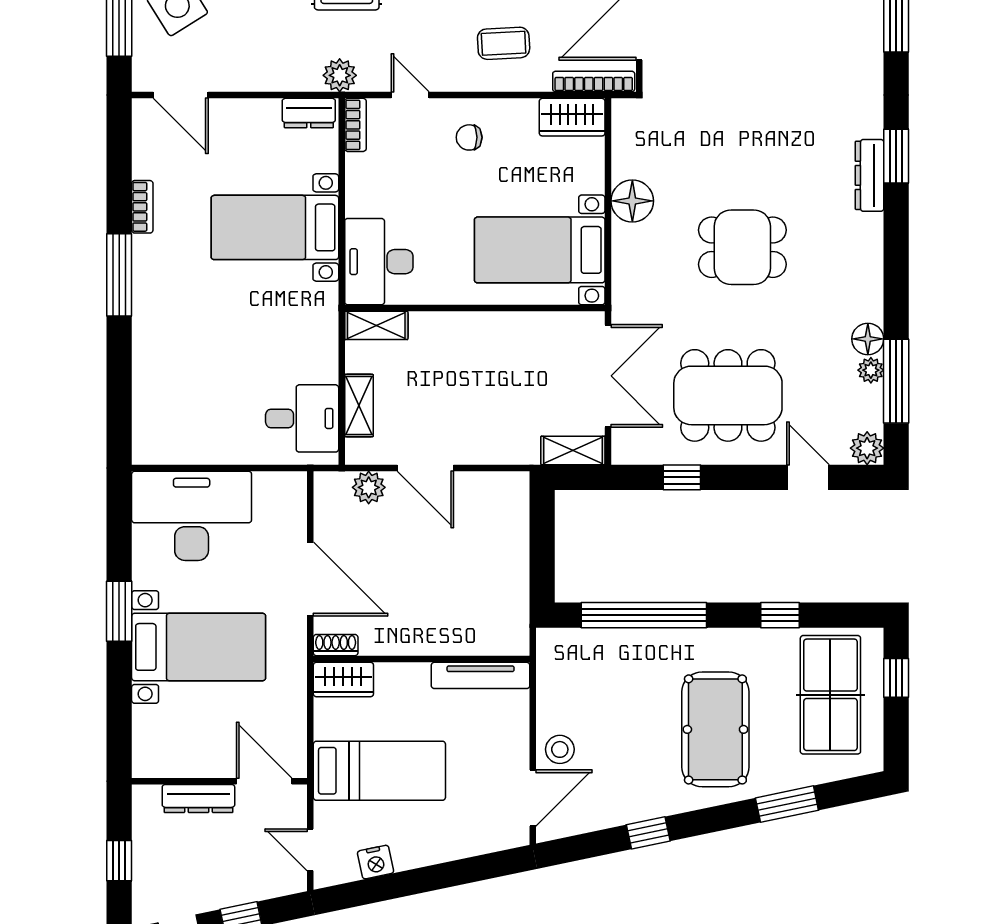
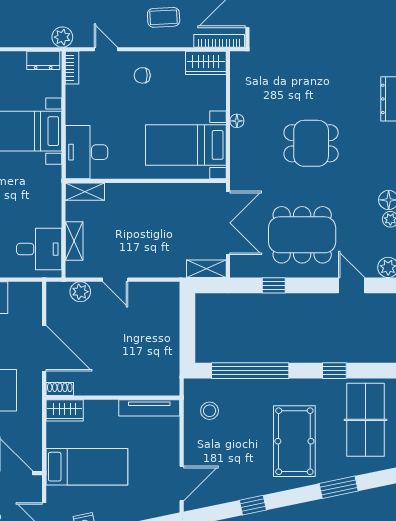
floor lamp: (632, 201) -> (237, 121), width x0.53, depth x0.53
door: (425, 468) -> (115, 280), width x0.73
stool: (560, 749) -> (210, 411), moved

